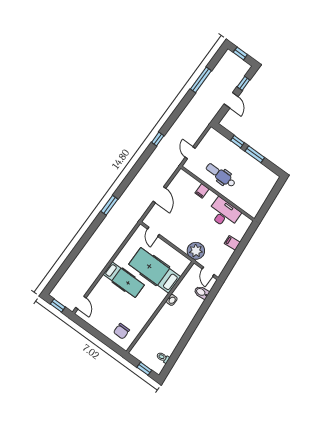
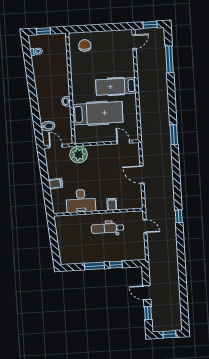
window: (201, 80) -> (169, 59), moved
dental chair: (221, 175) -> (107, 228), turned 180
door: (81, 303) -> (134, 42), swing flipped

